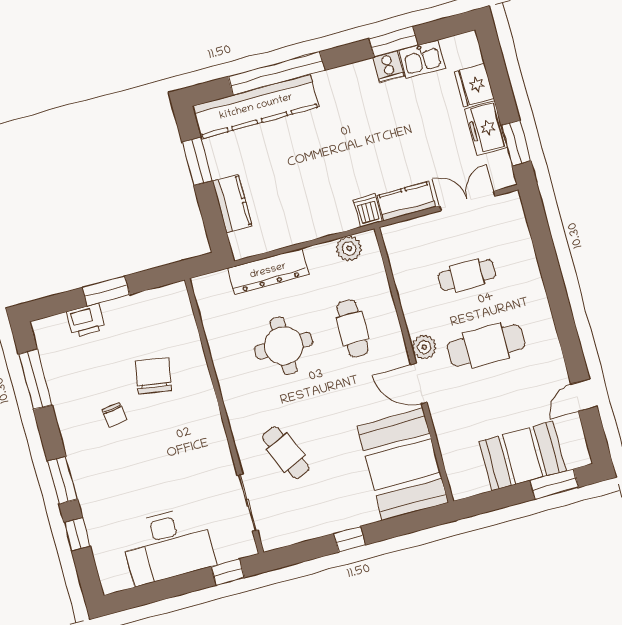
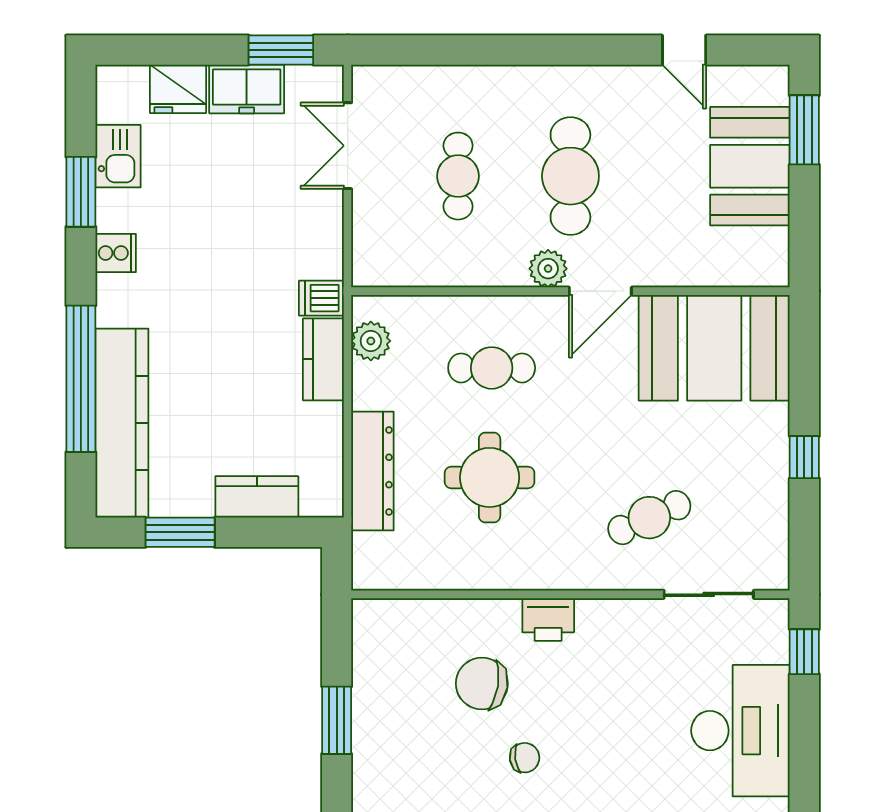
cooker: (388, 67) -> (116, 253), moved
kitchen counter: (406, 201) -> (323, 359), moved
printer: (86, 321) -> (548, 619), moved, turned 90

